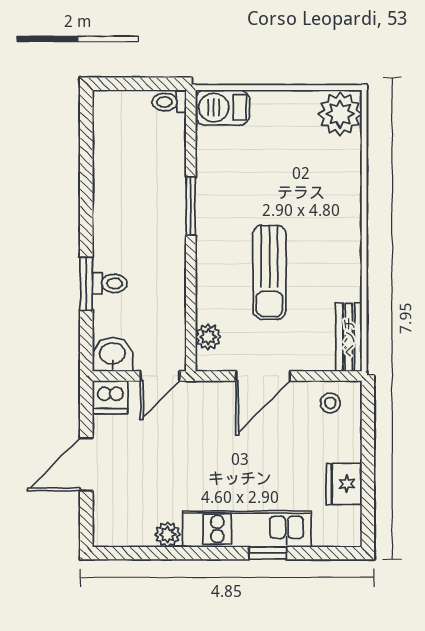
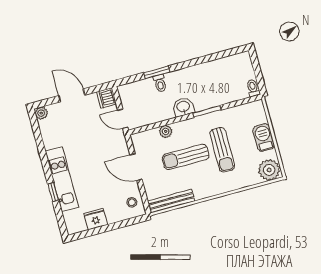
barbecue: (222, 108) -> (264, 138), moved
sun lounger: (275, 196) -> (222, 150), added
plant: (208, 337) -> (166, 131), moved
bench: (349, 337) -> (171, 201), width x1.36
washbasin: (113, 354) -> (183, 107), moved, turned -90
plant: (168, 534) -> (41, 113), moved

